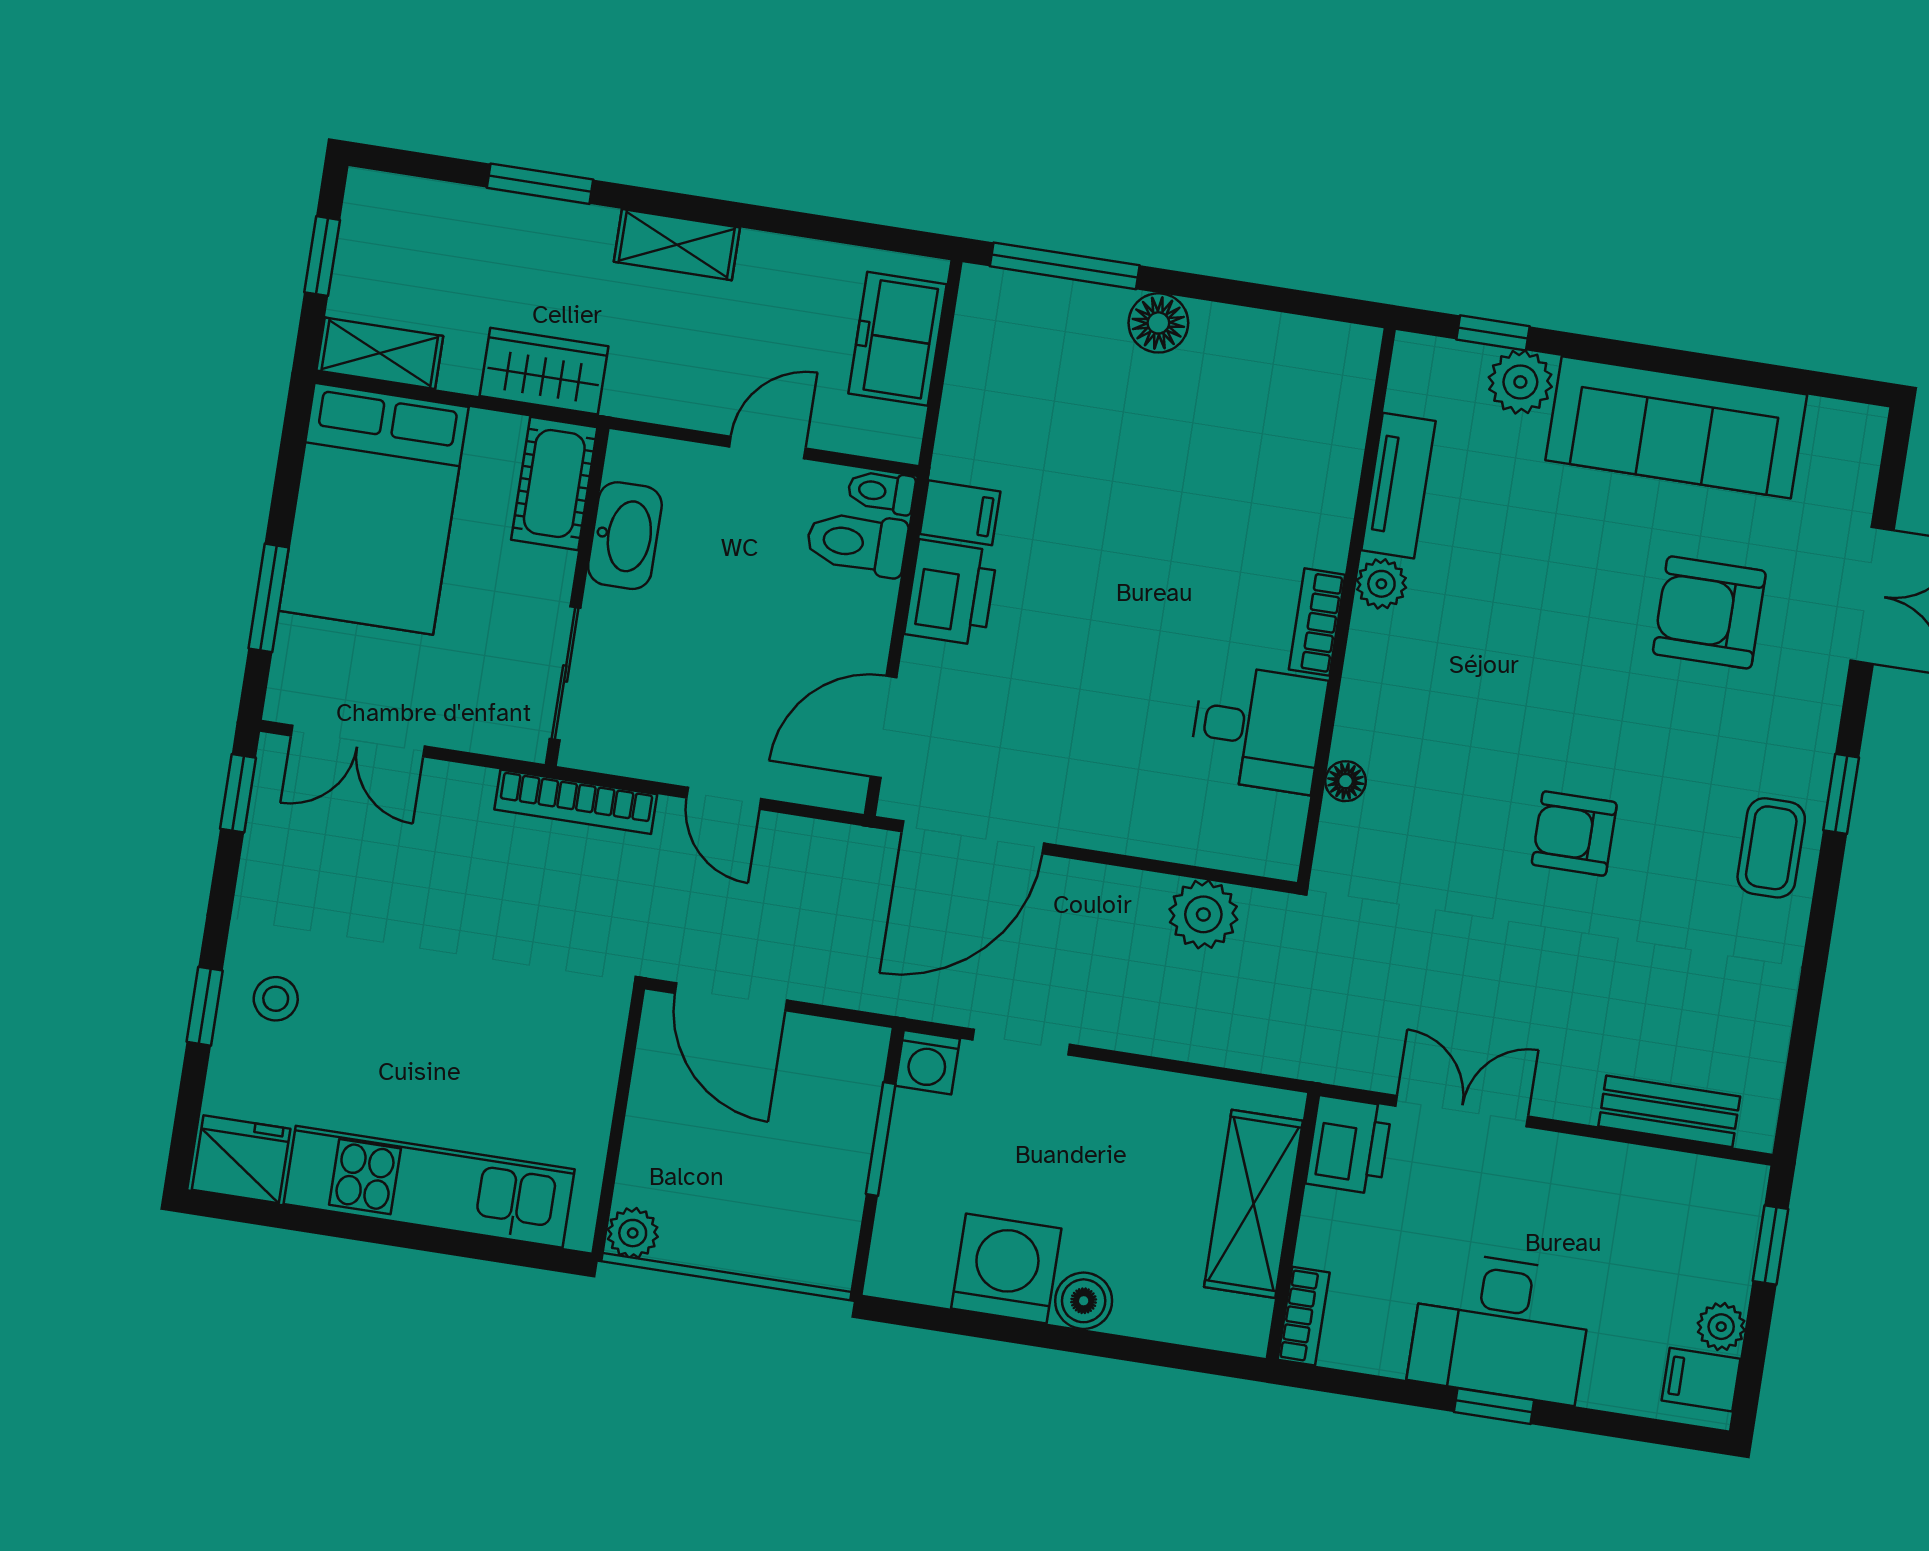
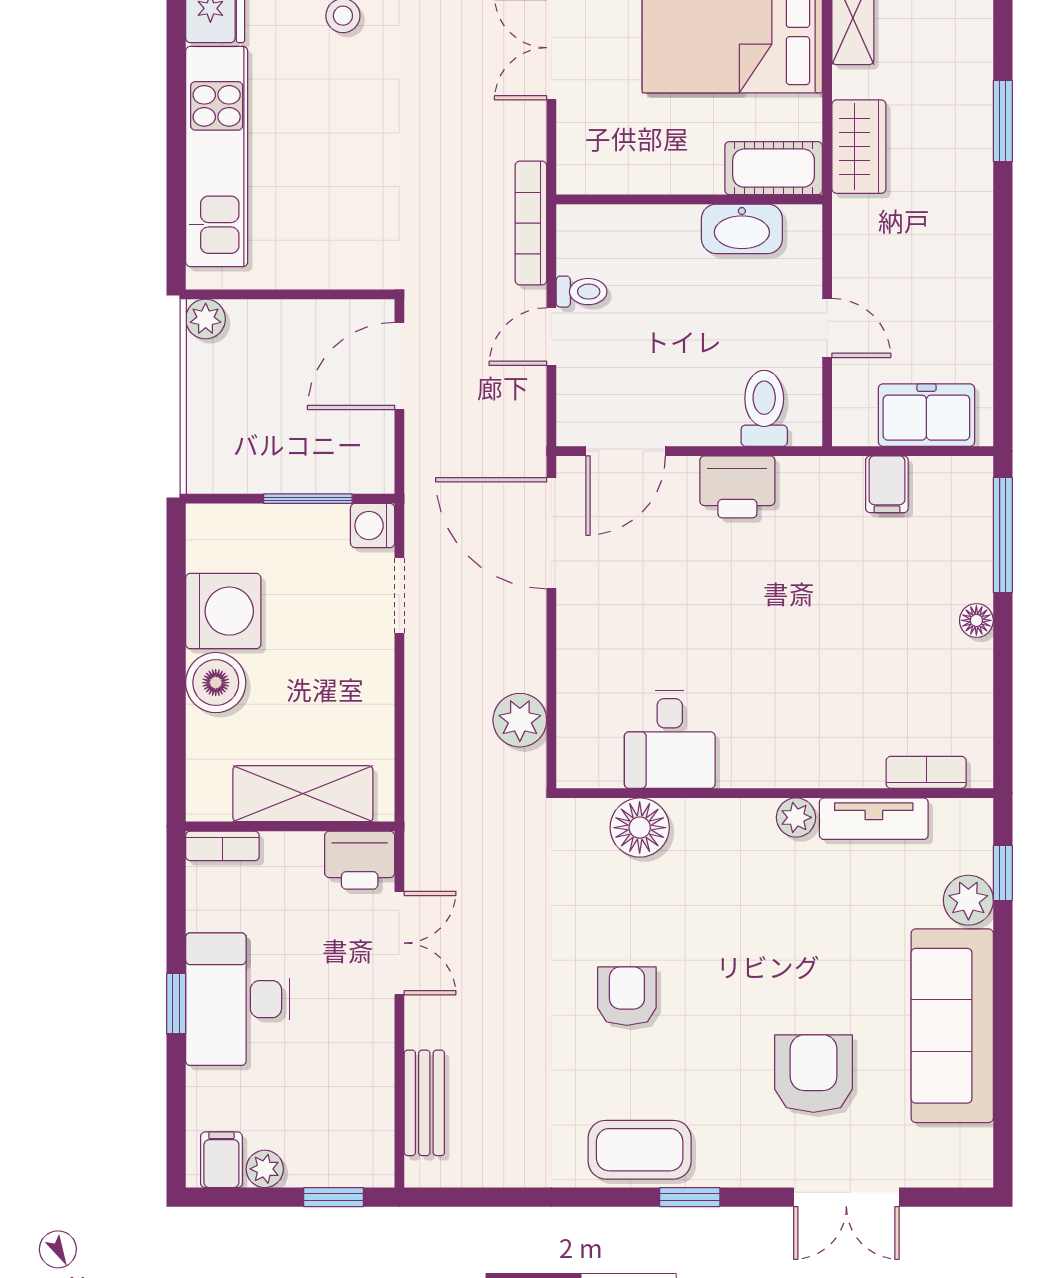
shelving: (677, 245) -> (972, 234), removed
floor lamp: (1158, 323) -> (976, 620), width x0.73, depth x0.73
toilet: (881, 492) -> (582, 292), moved, turned 90
filing cabinet: (960, 513) -> (887, 484), moved
bookcase: (1317, 622) -> (926, 772), moved
sliding door: (565, 674) -> (628, 199), removed
door: (883, 727) -> (626, 451), swing flipped
floor lamp: (1346, 781) -> (640, 828), width x1.89, depth x1.89
coffee table: (1771, 848) -> (640, 1150), width x1.36, depth x1.30
boiler: (1084, 1301) -> (216, 683), width x1.36, depth x1.36

